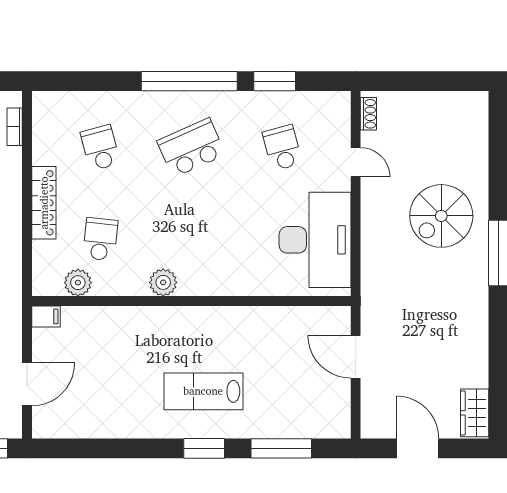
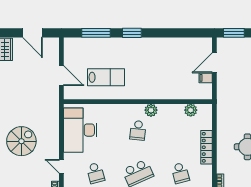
school desk: (100, 239) -> (138, 130), moved
filing cabinet: (46, 316) -> (206, 78), moved
lab bench: (203, 391) -> (106, 77), moved

